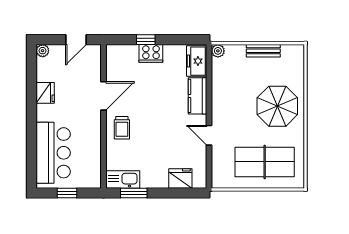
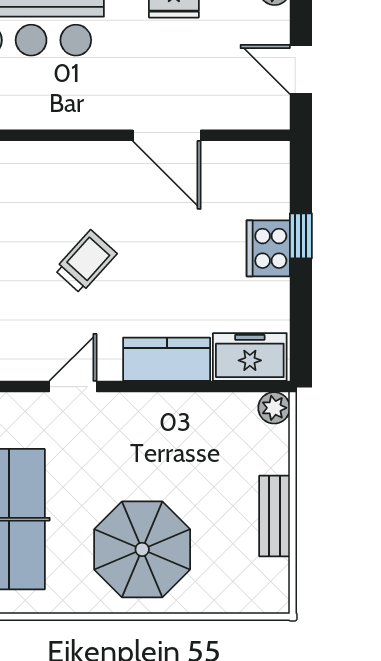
trolley: (122, 128) -> (86, 262), moved, turned 132

